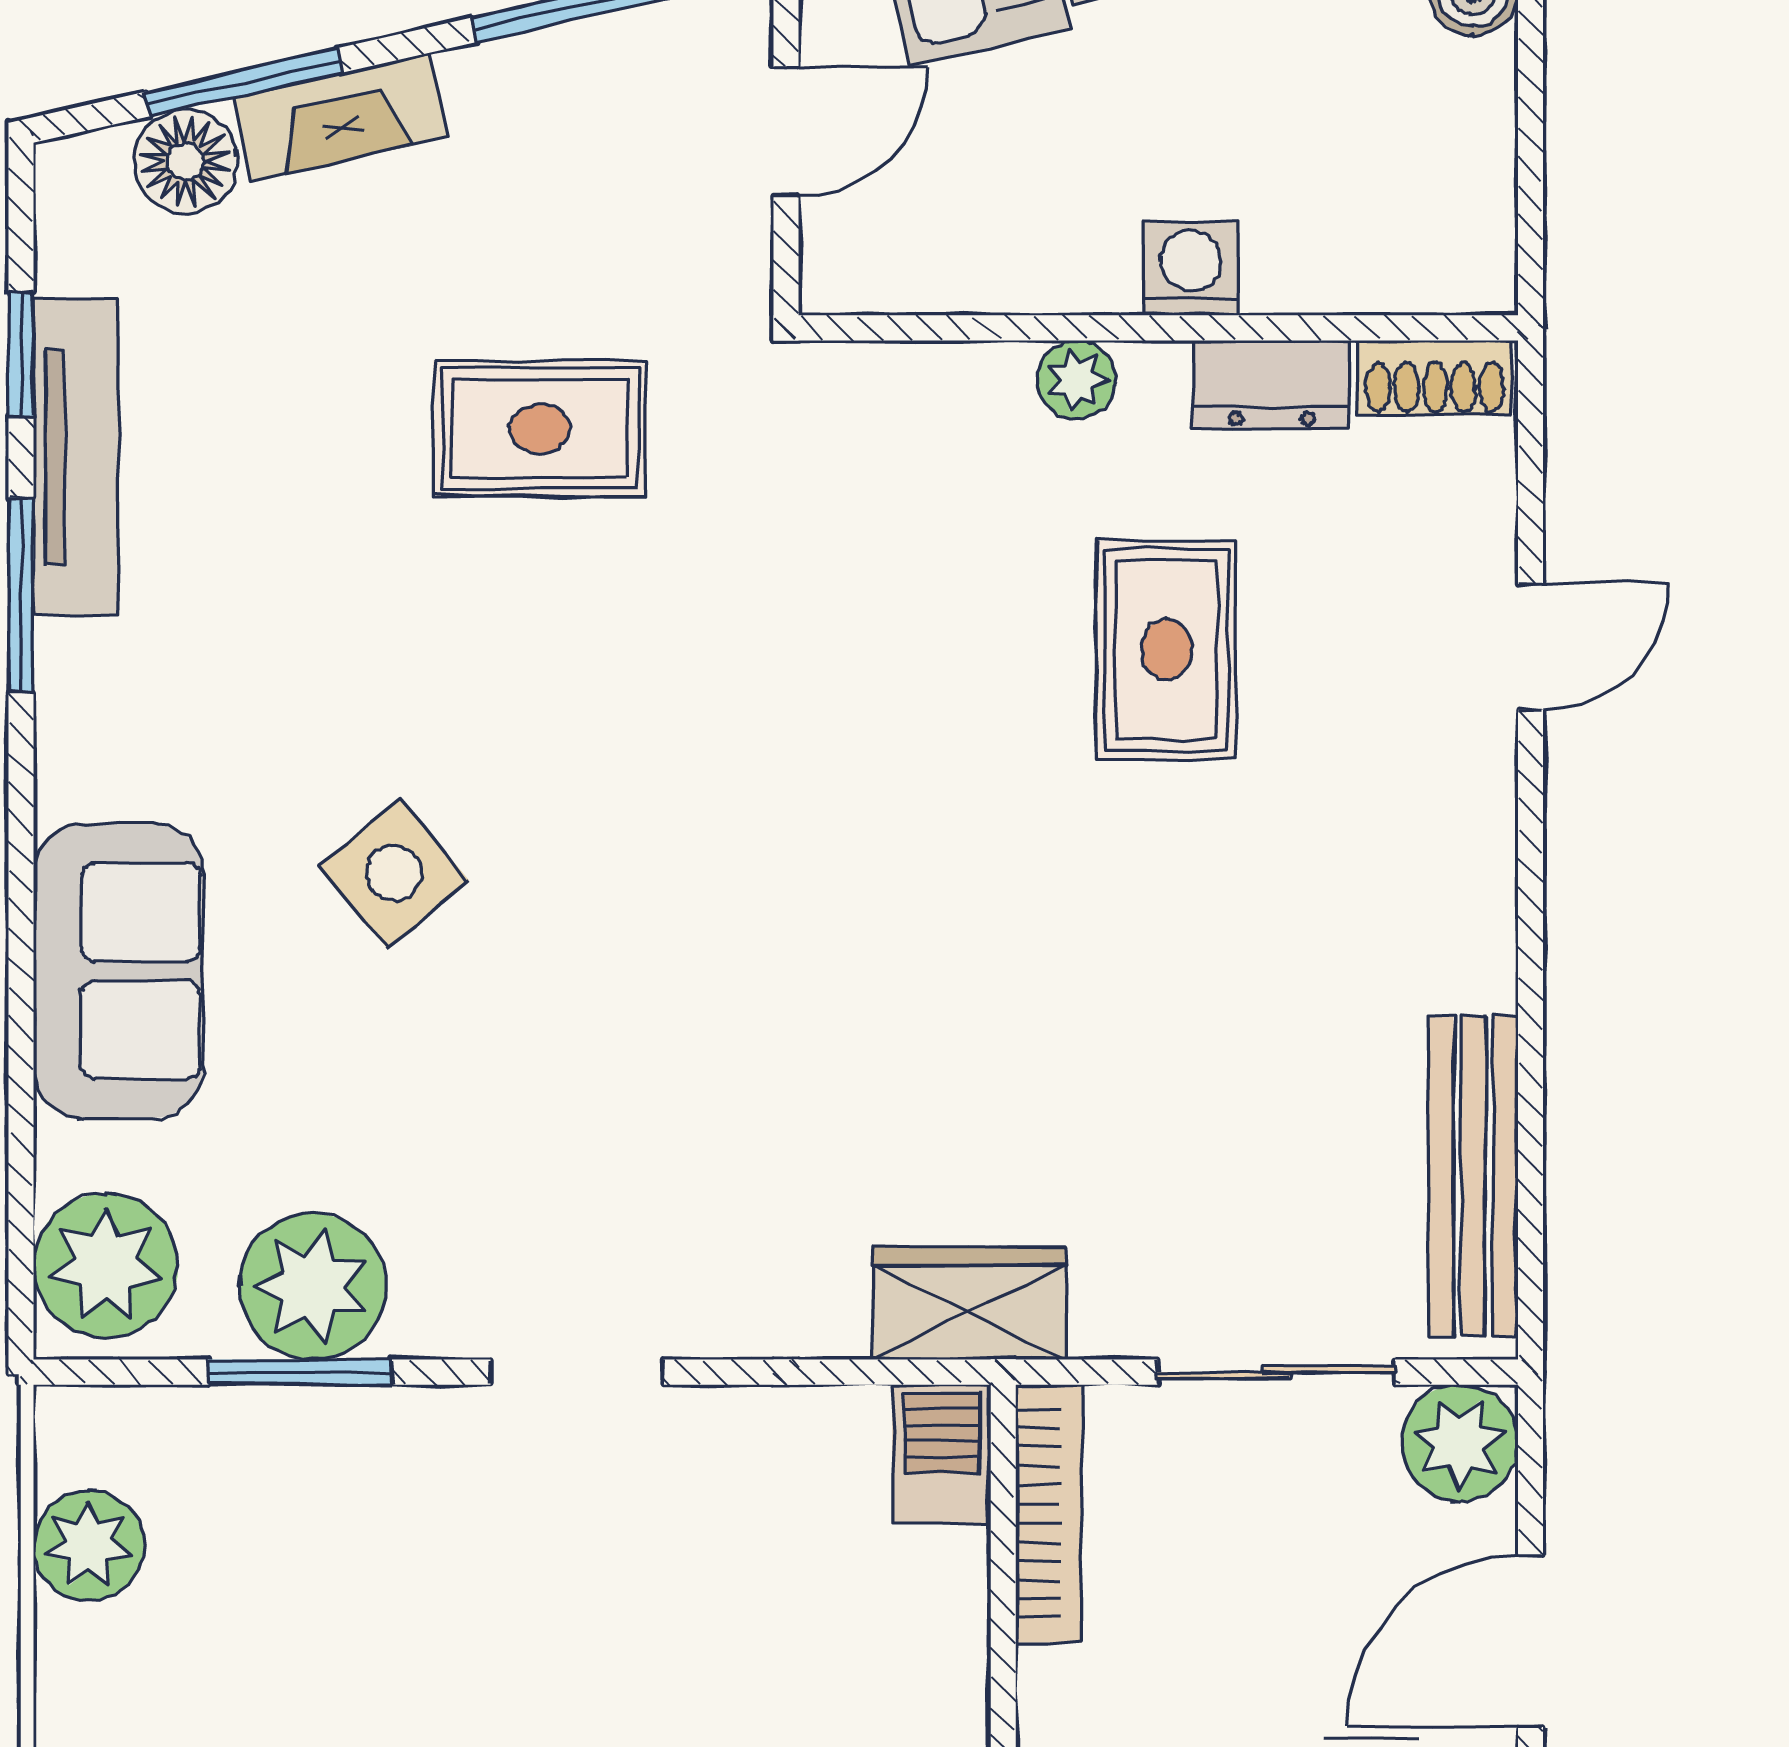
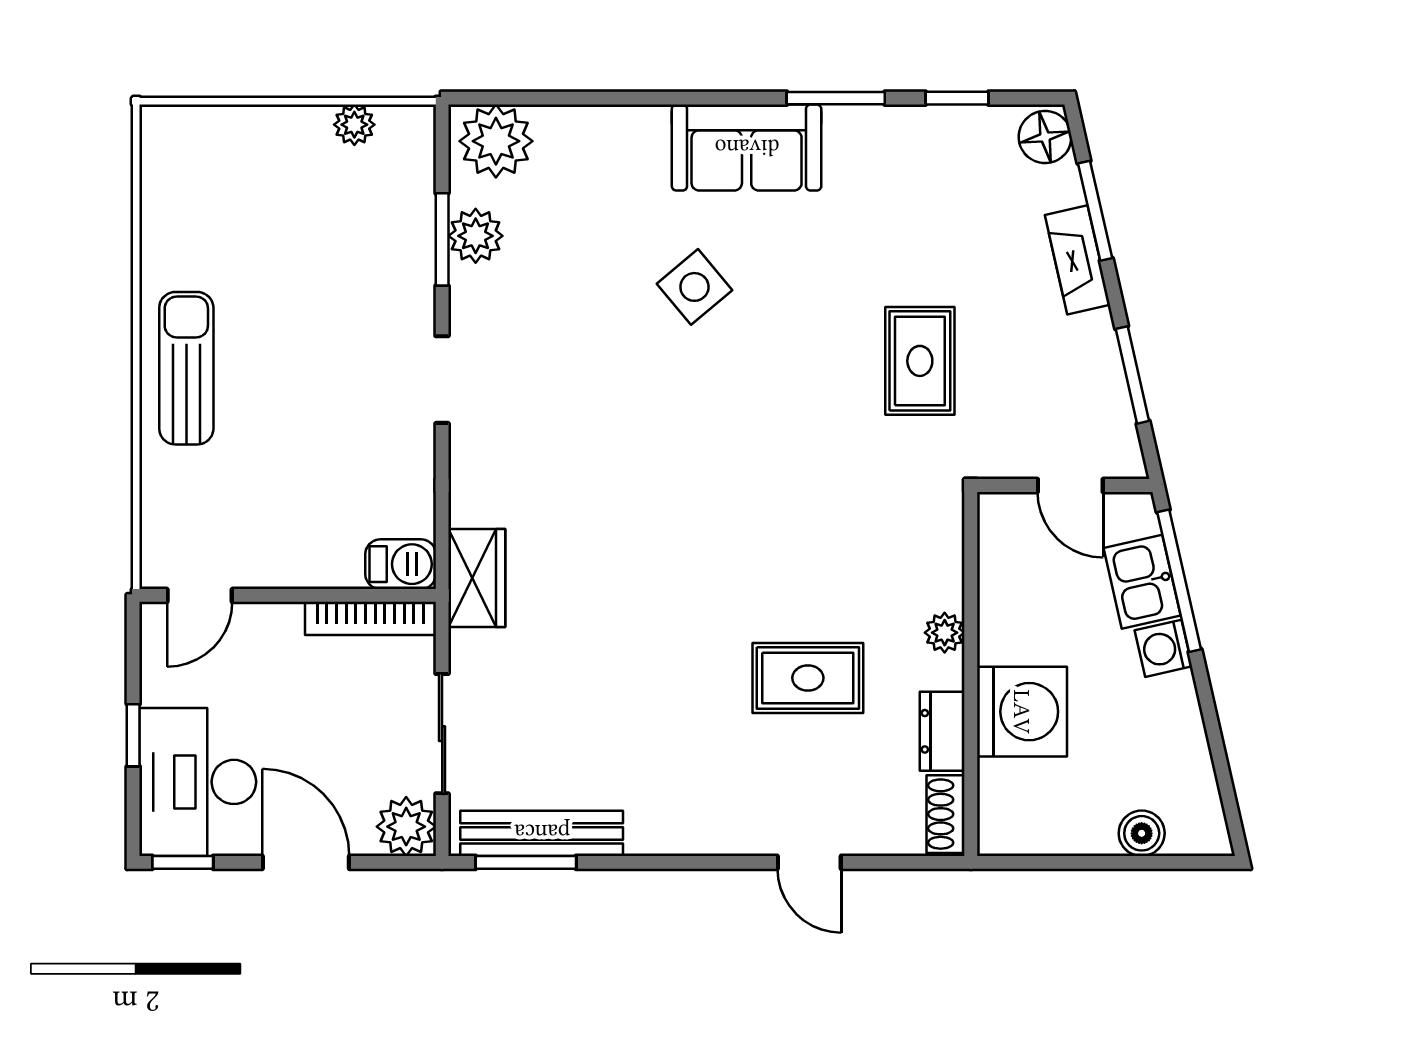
floor lamp: (185, 161) -> (1045, 137), moved
washing machine: (1191, 268) -> (1022, 712), width x1.89, depth x1.89
tv unit: (76, 457) -> (905, 126), removed
sofa: (119, 971) -> (747, 148), moved
window: (1531, 1207) -> (526, 862), added
plant: (312, 1286) -> (476, 236), width x0.73, depth x0.73
plant: (89, 1545) -> (354, 125), width x0.73, depth x0.73

